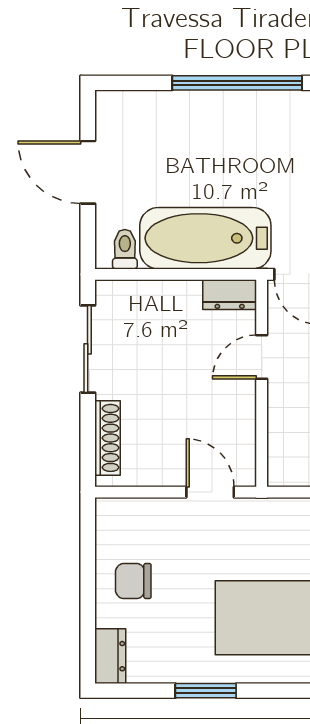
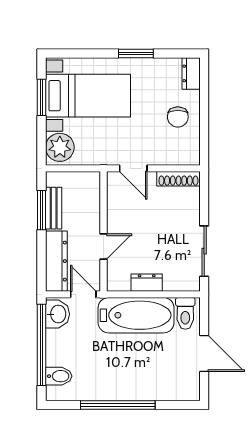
toilet: (125, 249) -> (185, 313), width x1.37, depth x1.39
dresser: (230, 295) -> (147, 283), moved
shoe rack: (107, 438) -> (178, 179), moved, turned -90
chair: (133, 581) -> (178, 117), turned 90

